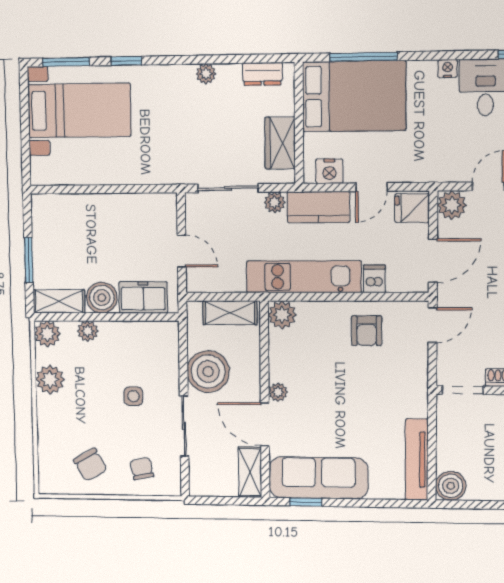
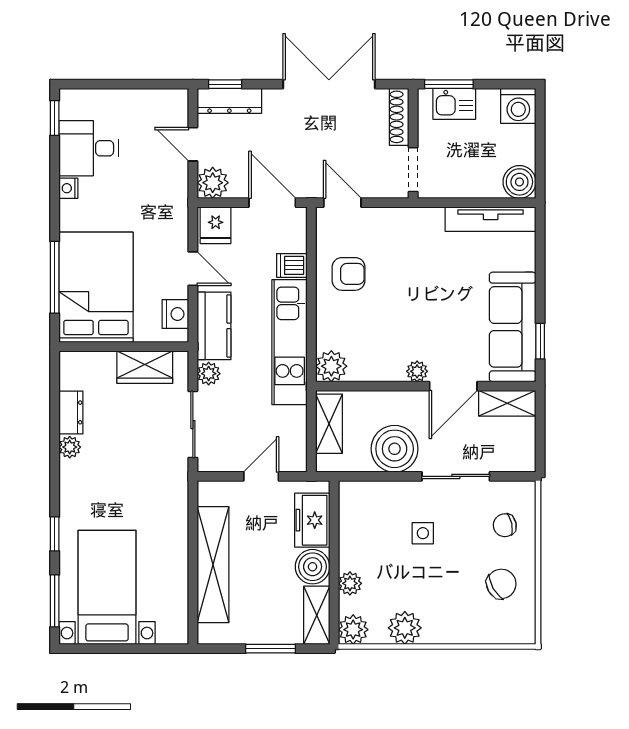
dresser: (262, 74) -> (71, 412), moved
shelving: (102, 207) -> (213, 565), added

